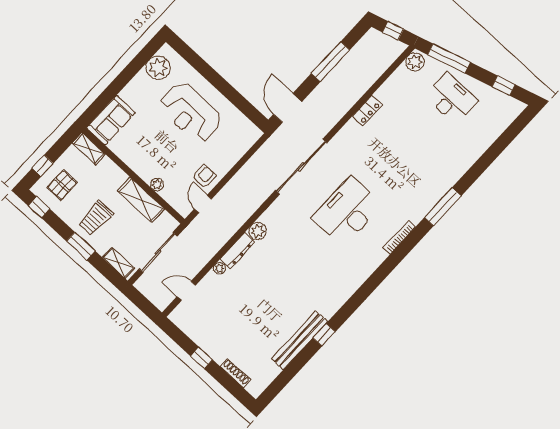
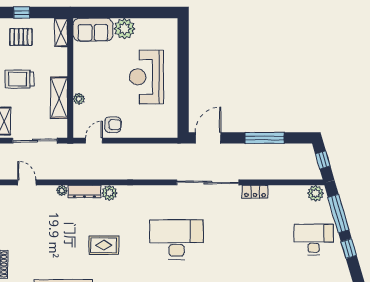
plant: (158, 68) -> (124, 29), moved
window: (504, 86) -> (349, 249), moved
desk: (451, 99) -> (314, 240), turned -90
sliding door: (301, 167) -> (208, 182), moved
rug: (296, 275) -> (104, 245), added

